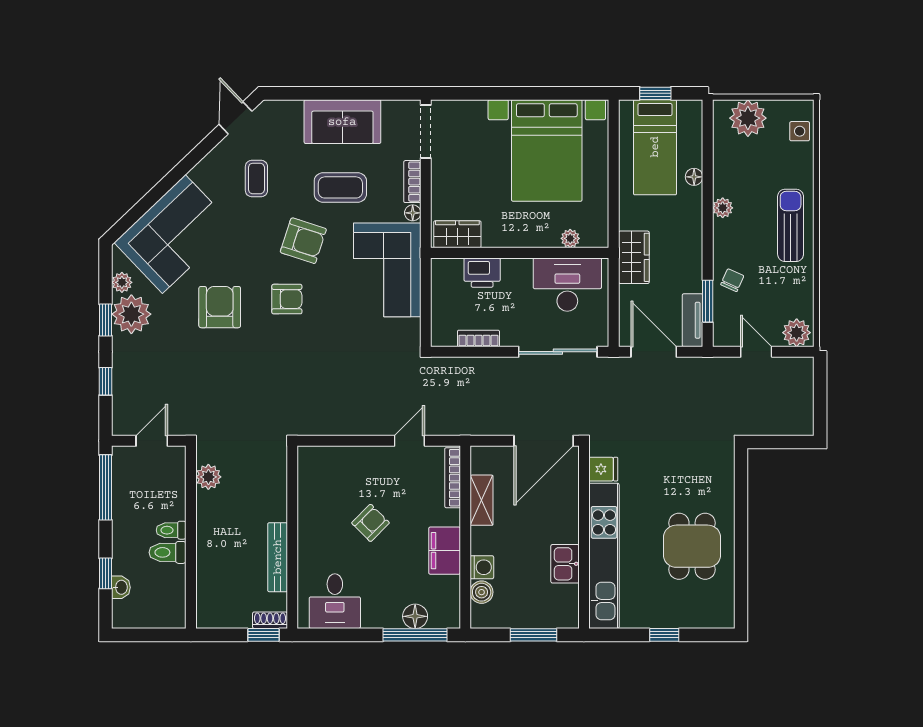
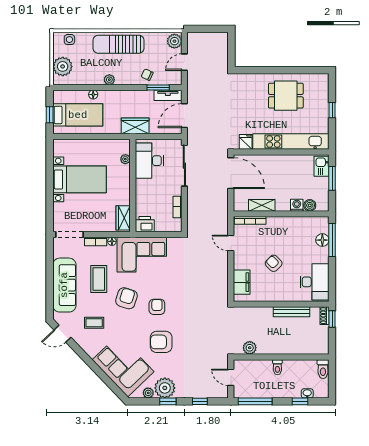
sofa: (342, 122) -> (64, 285), width x1.36
bed with nightstands: (547, 150) -> (79, 179), width x0.73
sun lounger: (791, 225) -> (119, 44), width x1.36, depth x1.34
printer: (482, 273) -> (145, 224), moved, turned -90
filing cabinet: (445, 551) -> (242, 282), moved, turned -90
toilet: (168, 552) -> (323, 369), moved
kitchen sink: (565, 564) -> (321, 166), moved, turned 90
desk: (335, 601) -> (314, 282), width x1.37

